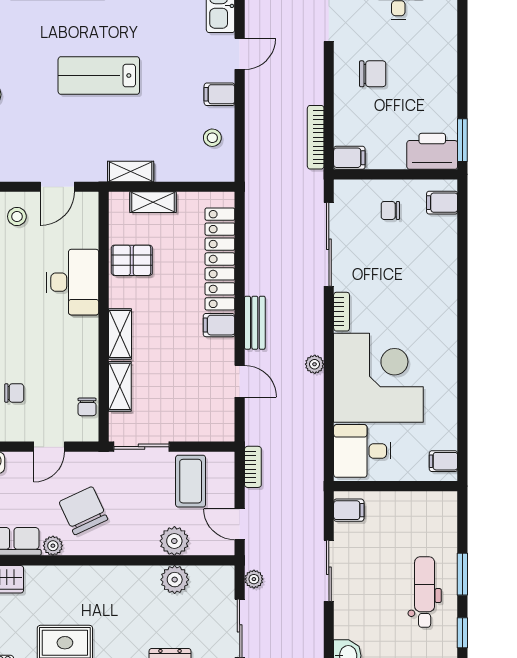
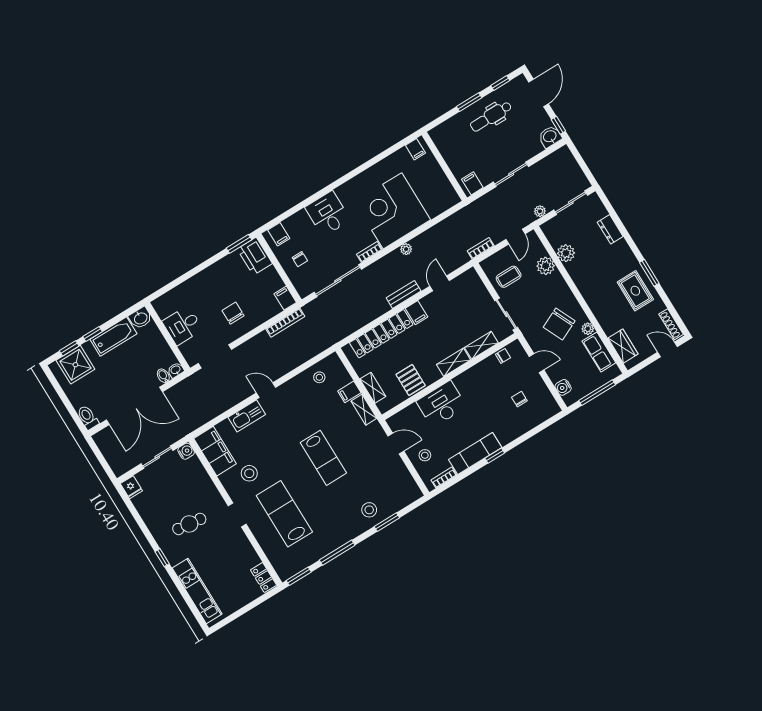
filing cabinet: (219, 94) -> (349, 392), moved, turned 90
desk: (362, 451) -> (328, 214), moved, turned 180
coffee table: (191, 481) -> (509, 277), width x0.73, depth x0.77

